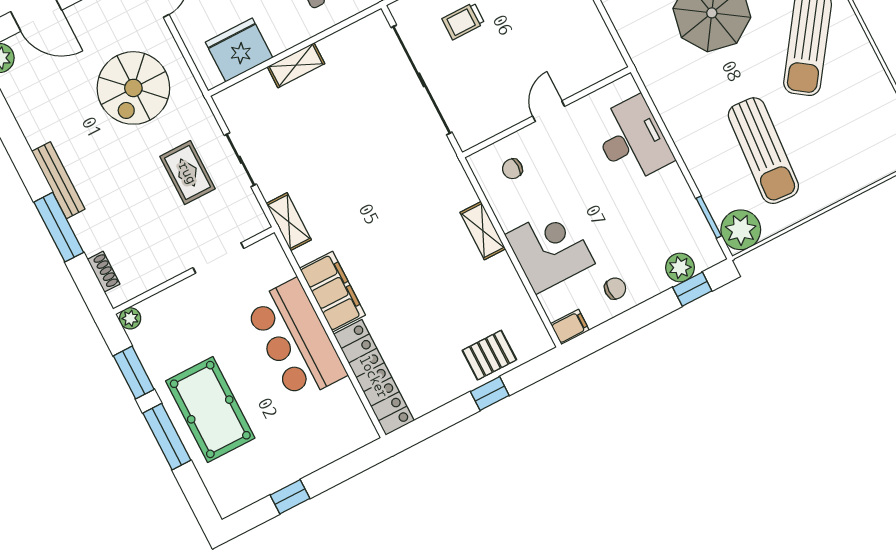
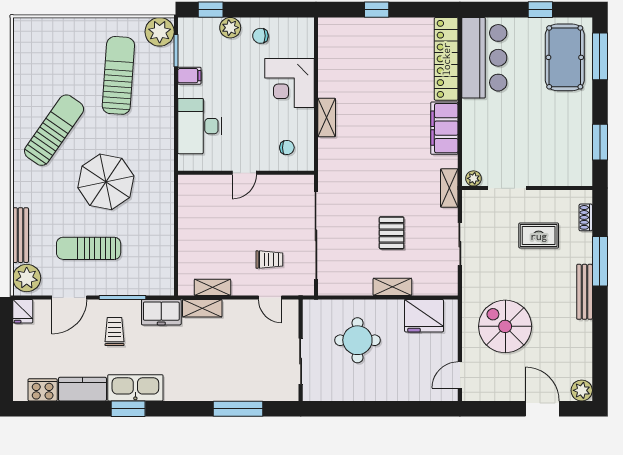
spiral stairs: (133, 88) -> (505, 326), turned -90
rug: (188, 173) -> (539, 236), moved, turned 90
plant: (680, 267) -> (230, 28), moved
plant: (130, 318) -> (473, 178), moved
filing cabinet: (570, 327) -> (189, 76), moved, turned 180
bar counter: (296, 340) -> (484, 58), moved
pallet: (489, 355) -> (392, 233), moved, turned 90
pool table: (210, 409) -> (565, 57), moved
window: (167, 437) -> (600, 56), moved

